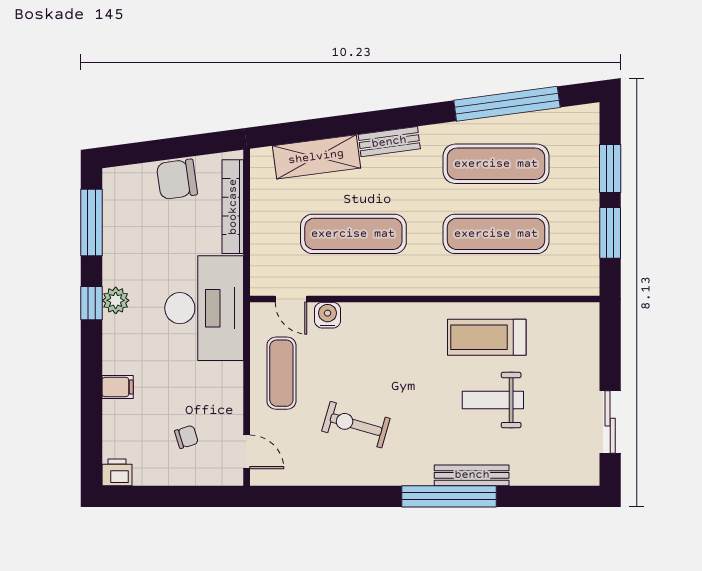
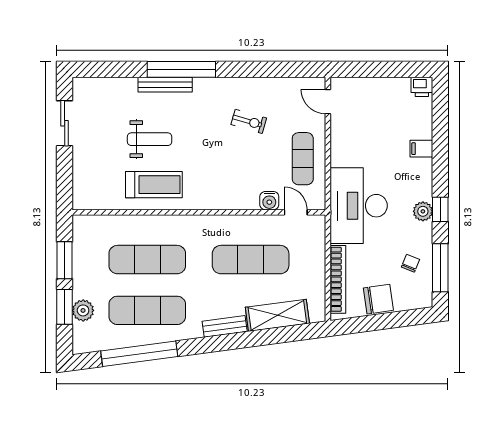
plant: (585, 164) -> (83, 310), added
exercise bike: (356, 425) -> (249, 121), width x0.73, depth x0.72
chair: (186, 437) -> (410, 263), moved, turned 129

